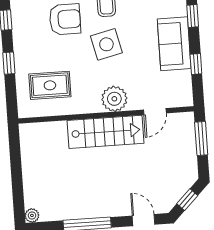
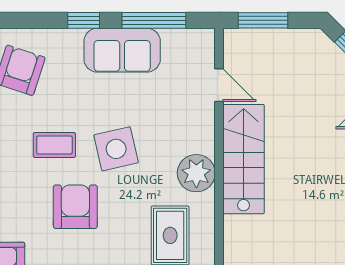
window: (196, 64) -> (154, 20), width x2.17
plant: (114, 99) -> (196, 173), moved

